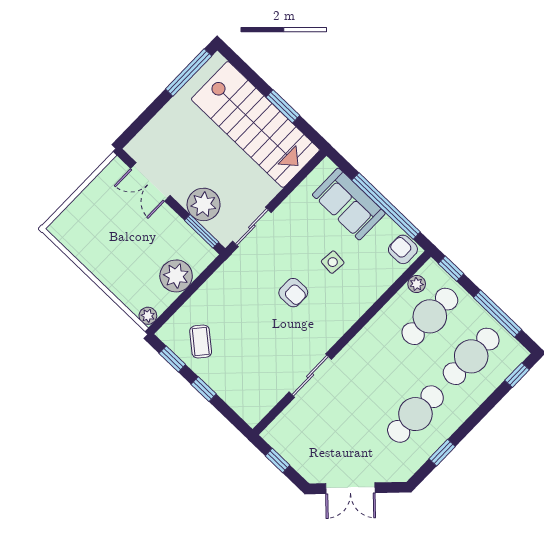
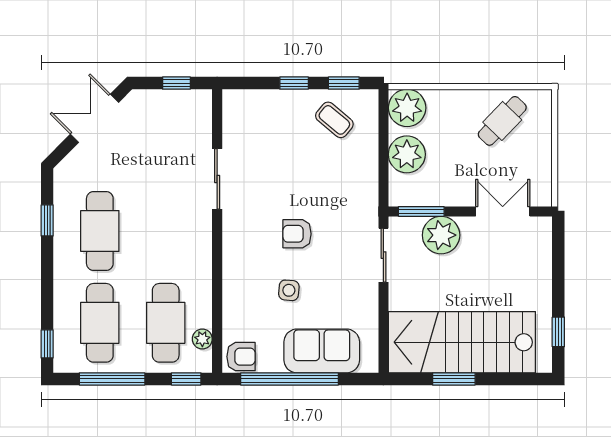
window: (189, 72) -> (558, 332), width x0.46
cafe table: (96, 239) -> (502, 121), added
plant: (148, 316) -> (407, 108), width x1.88, depth x1.88

